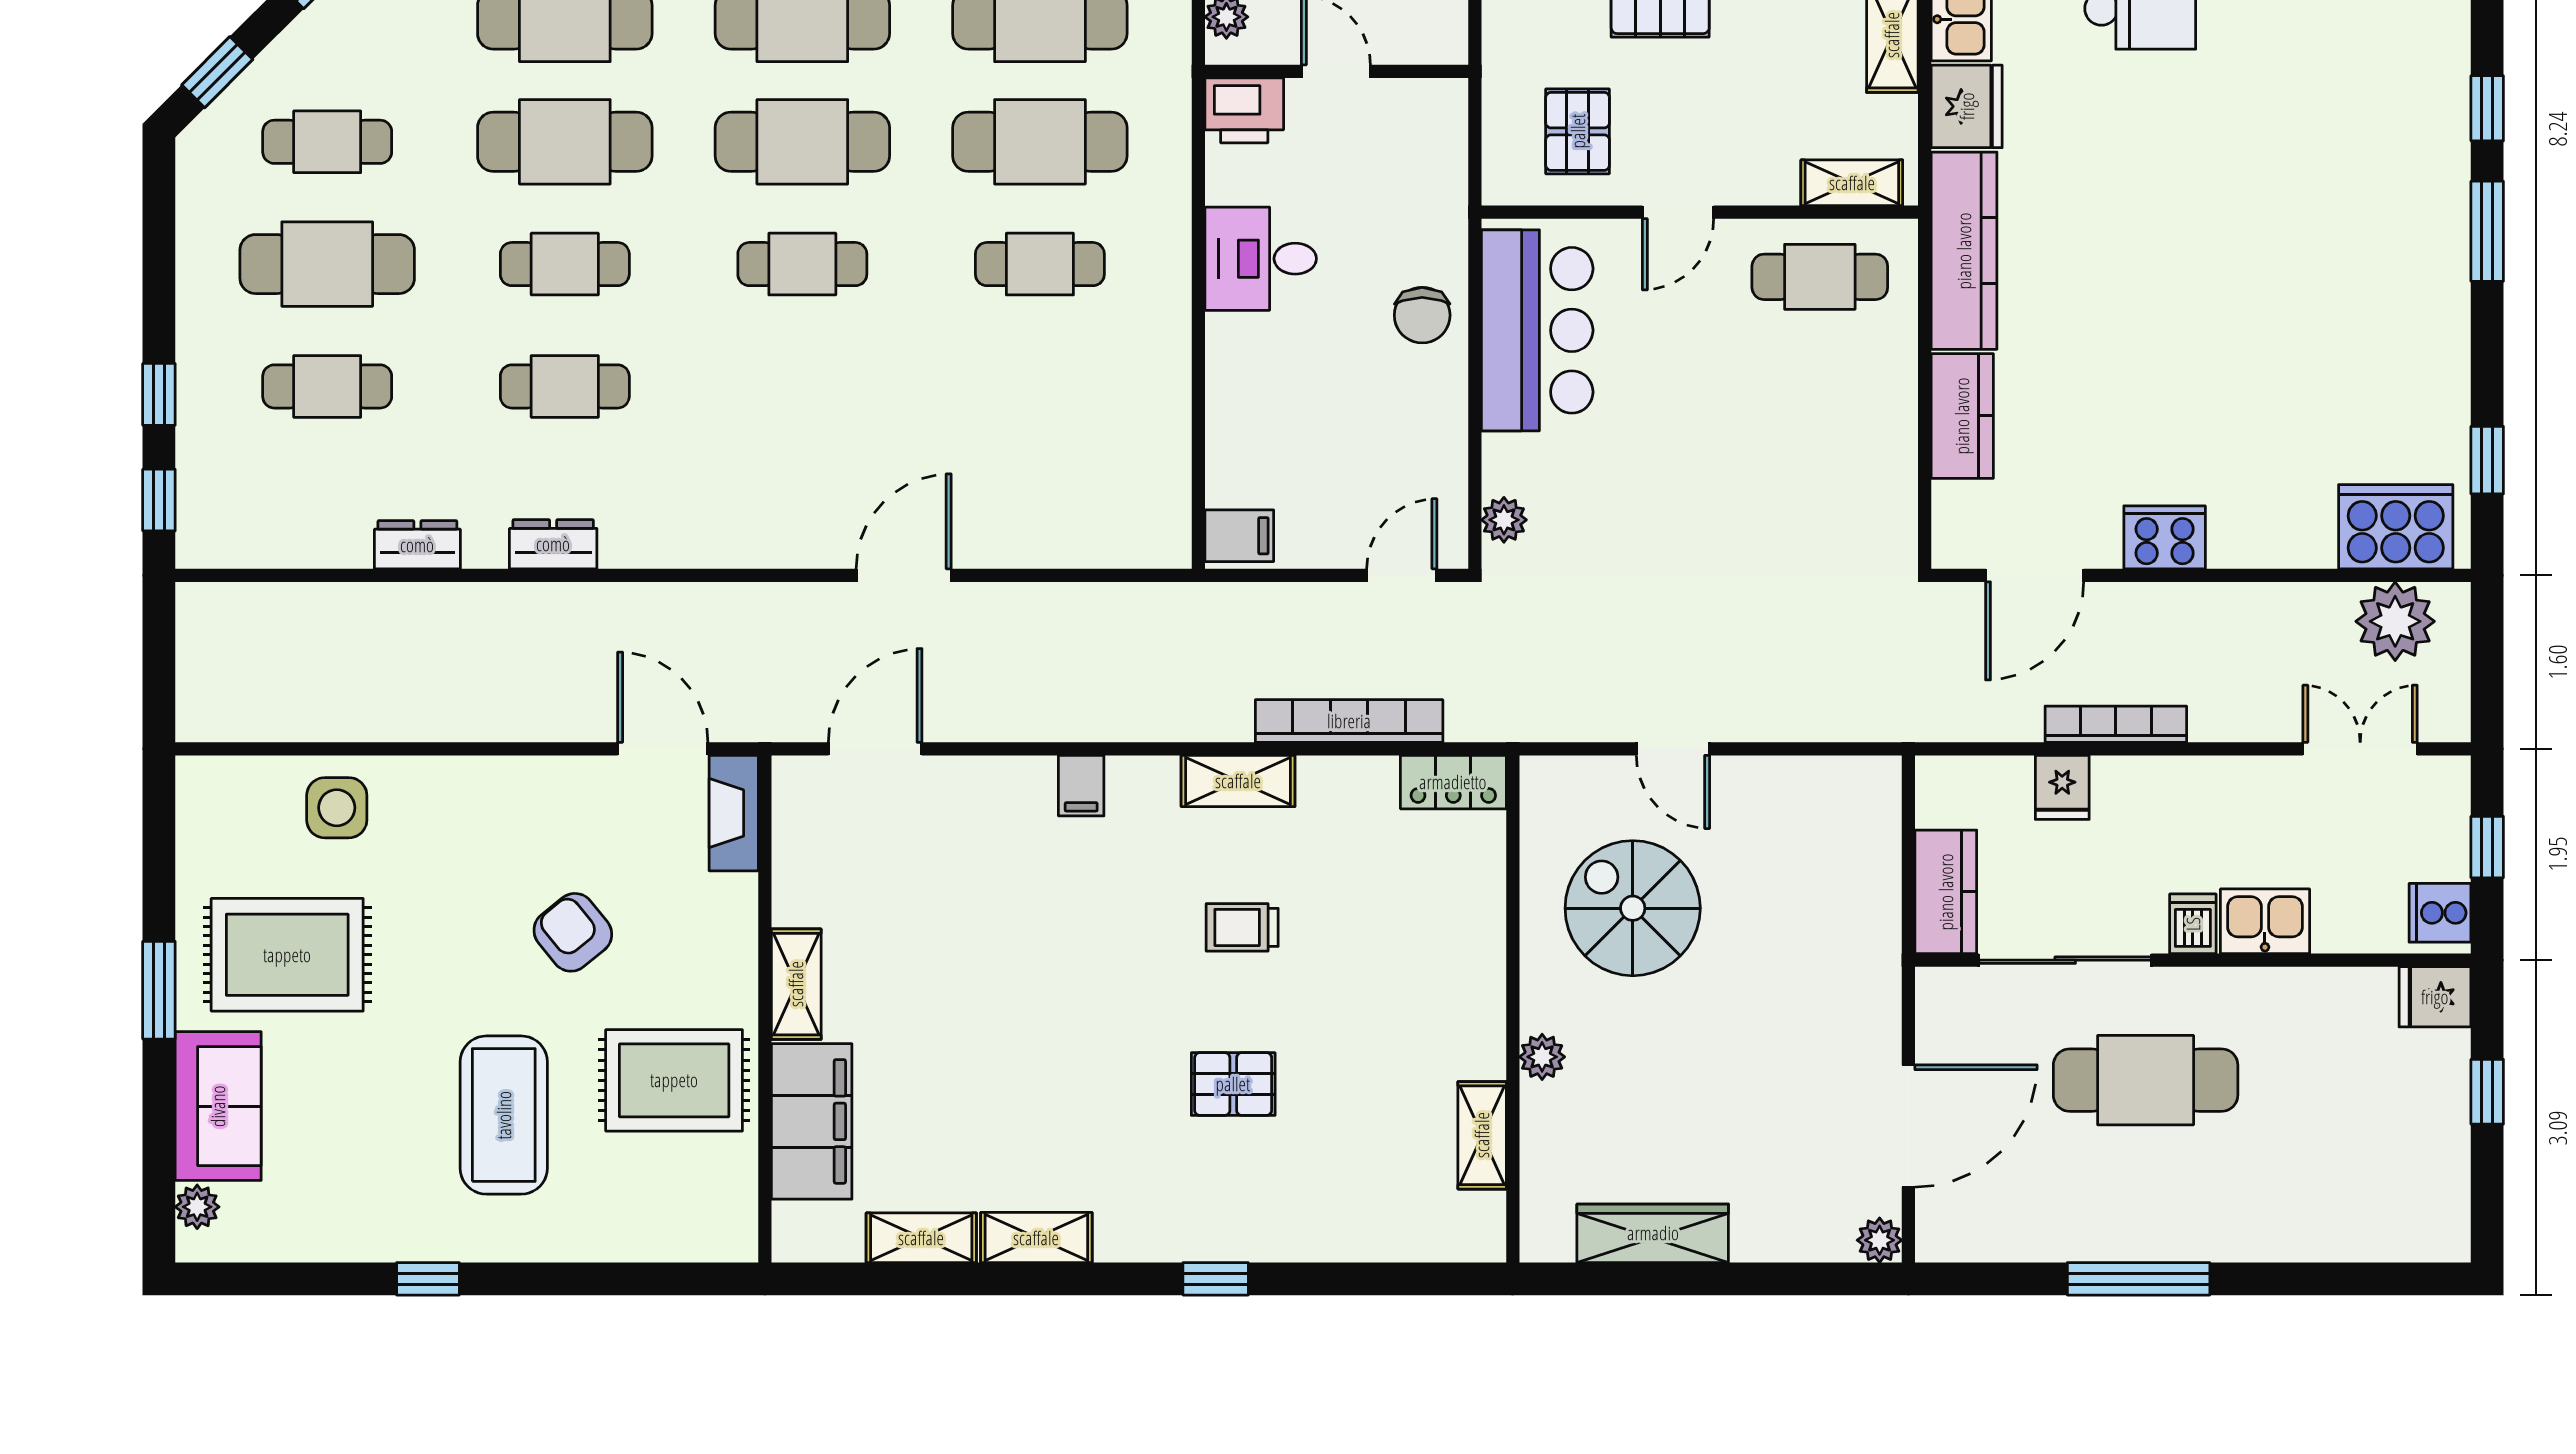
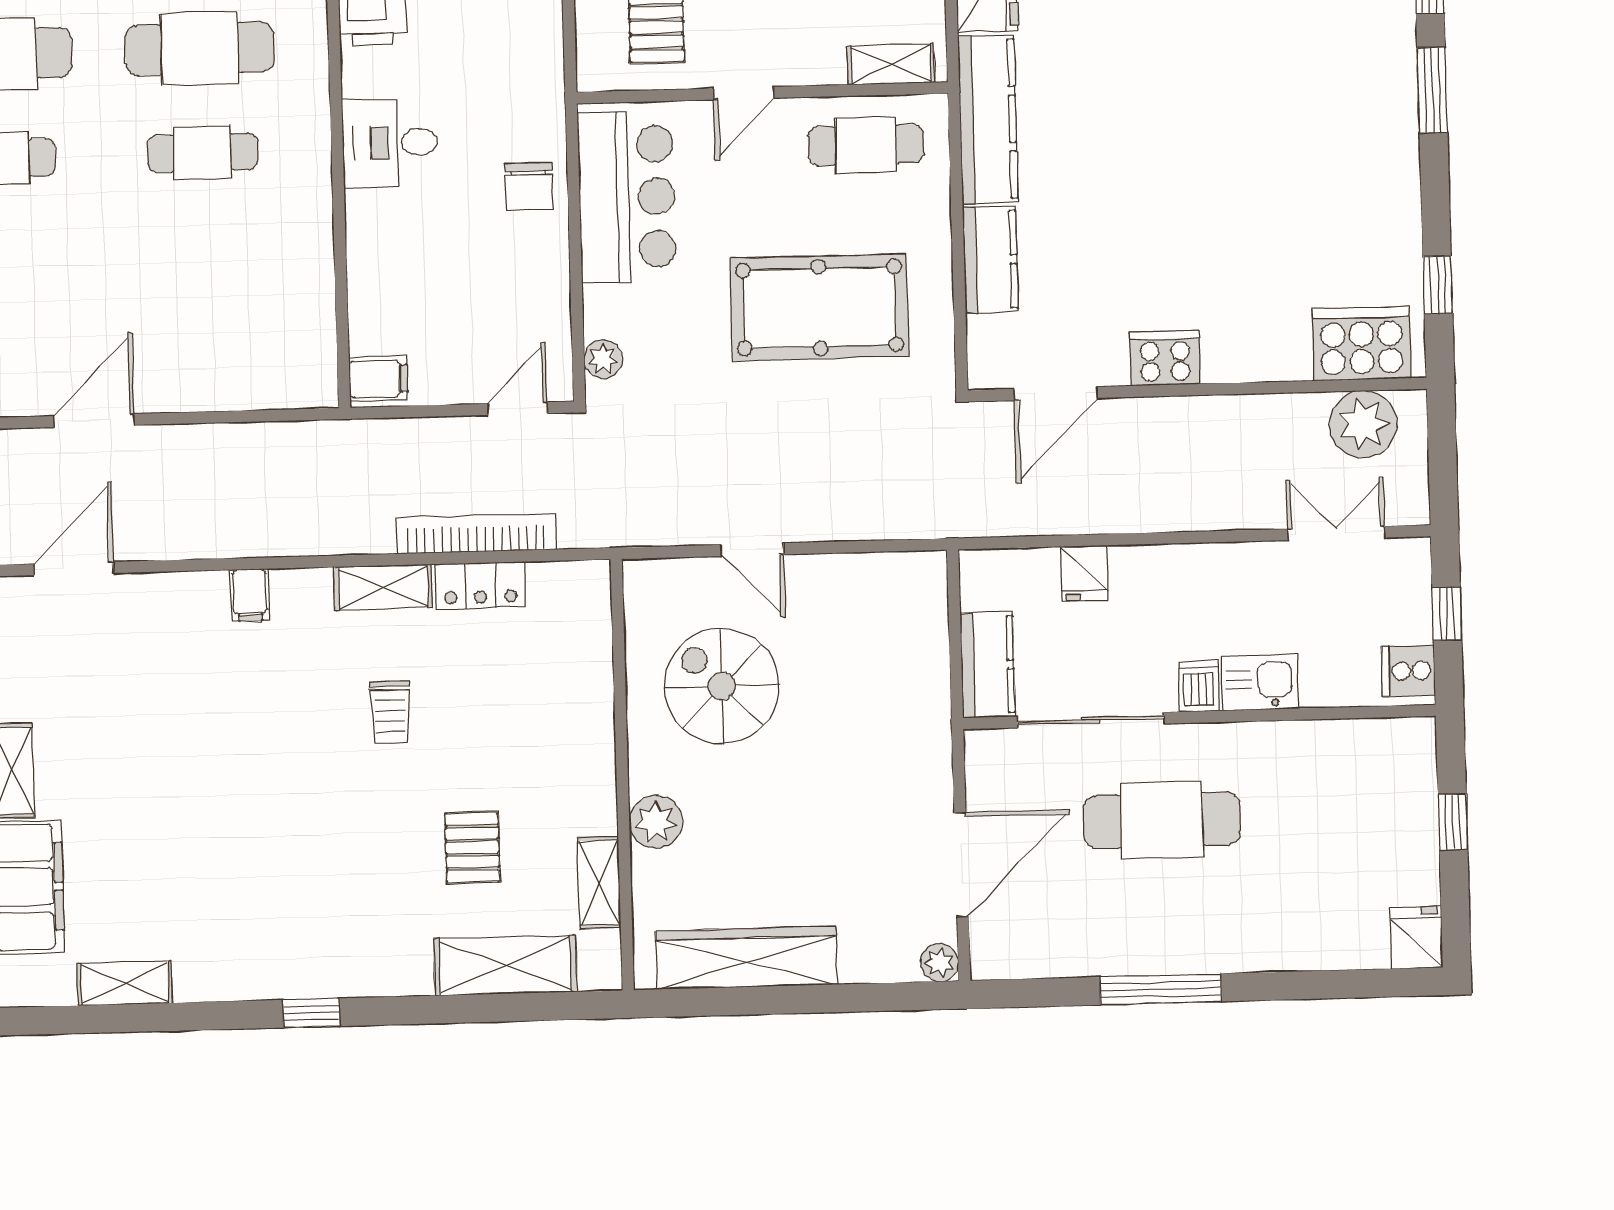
pool table: (1760, 466) -> (819, 307), added
bookcase: (2116, 724) -> (1128, 518), removed
locker: (1453, 782) -> (480, 586), moved
trolley: (1242, 927) -> (390, 712), turned -90
fridge: (2435, 997) -> (1416, 938), moved, turned 90
plant: (1542, 1057) -> (656, 822), width x1.38, depth x1.38
pallet: (1233, 1084) -> (472, 848), moved, turned 90
wardrobe: (1653, 1233) -> (746, 958), width x1.40, depth x1.17
shelving: (1036, 1238) -> (505, 965), moved, width x1.50, depth x1.33
window: (1216, 1279) -> (311, 1013), moved

